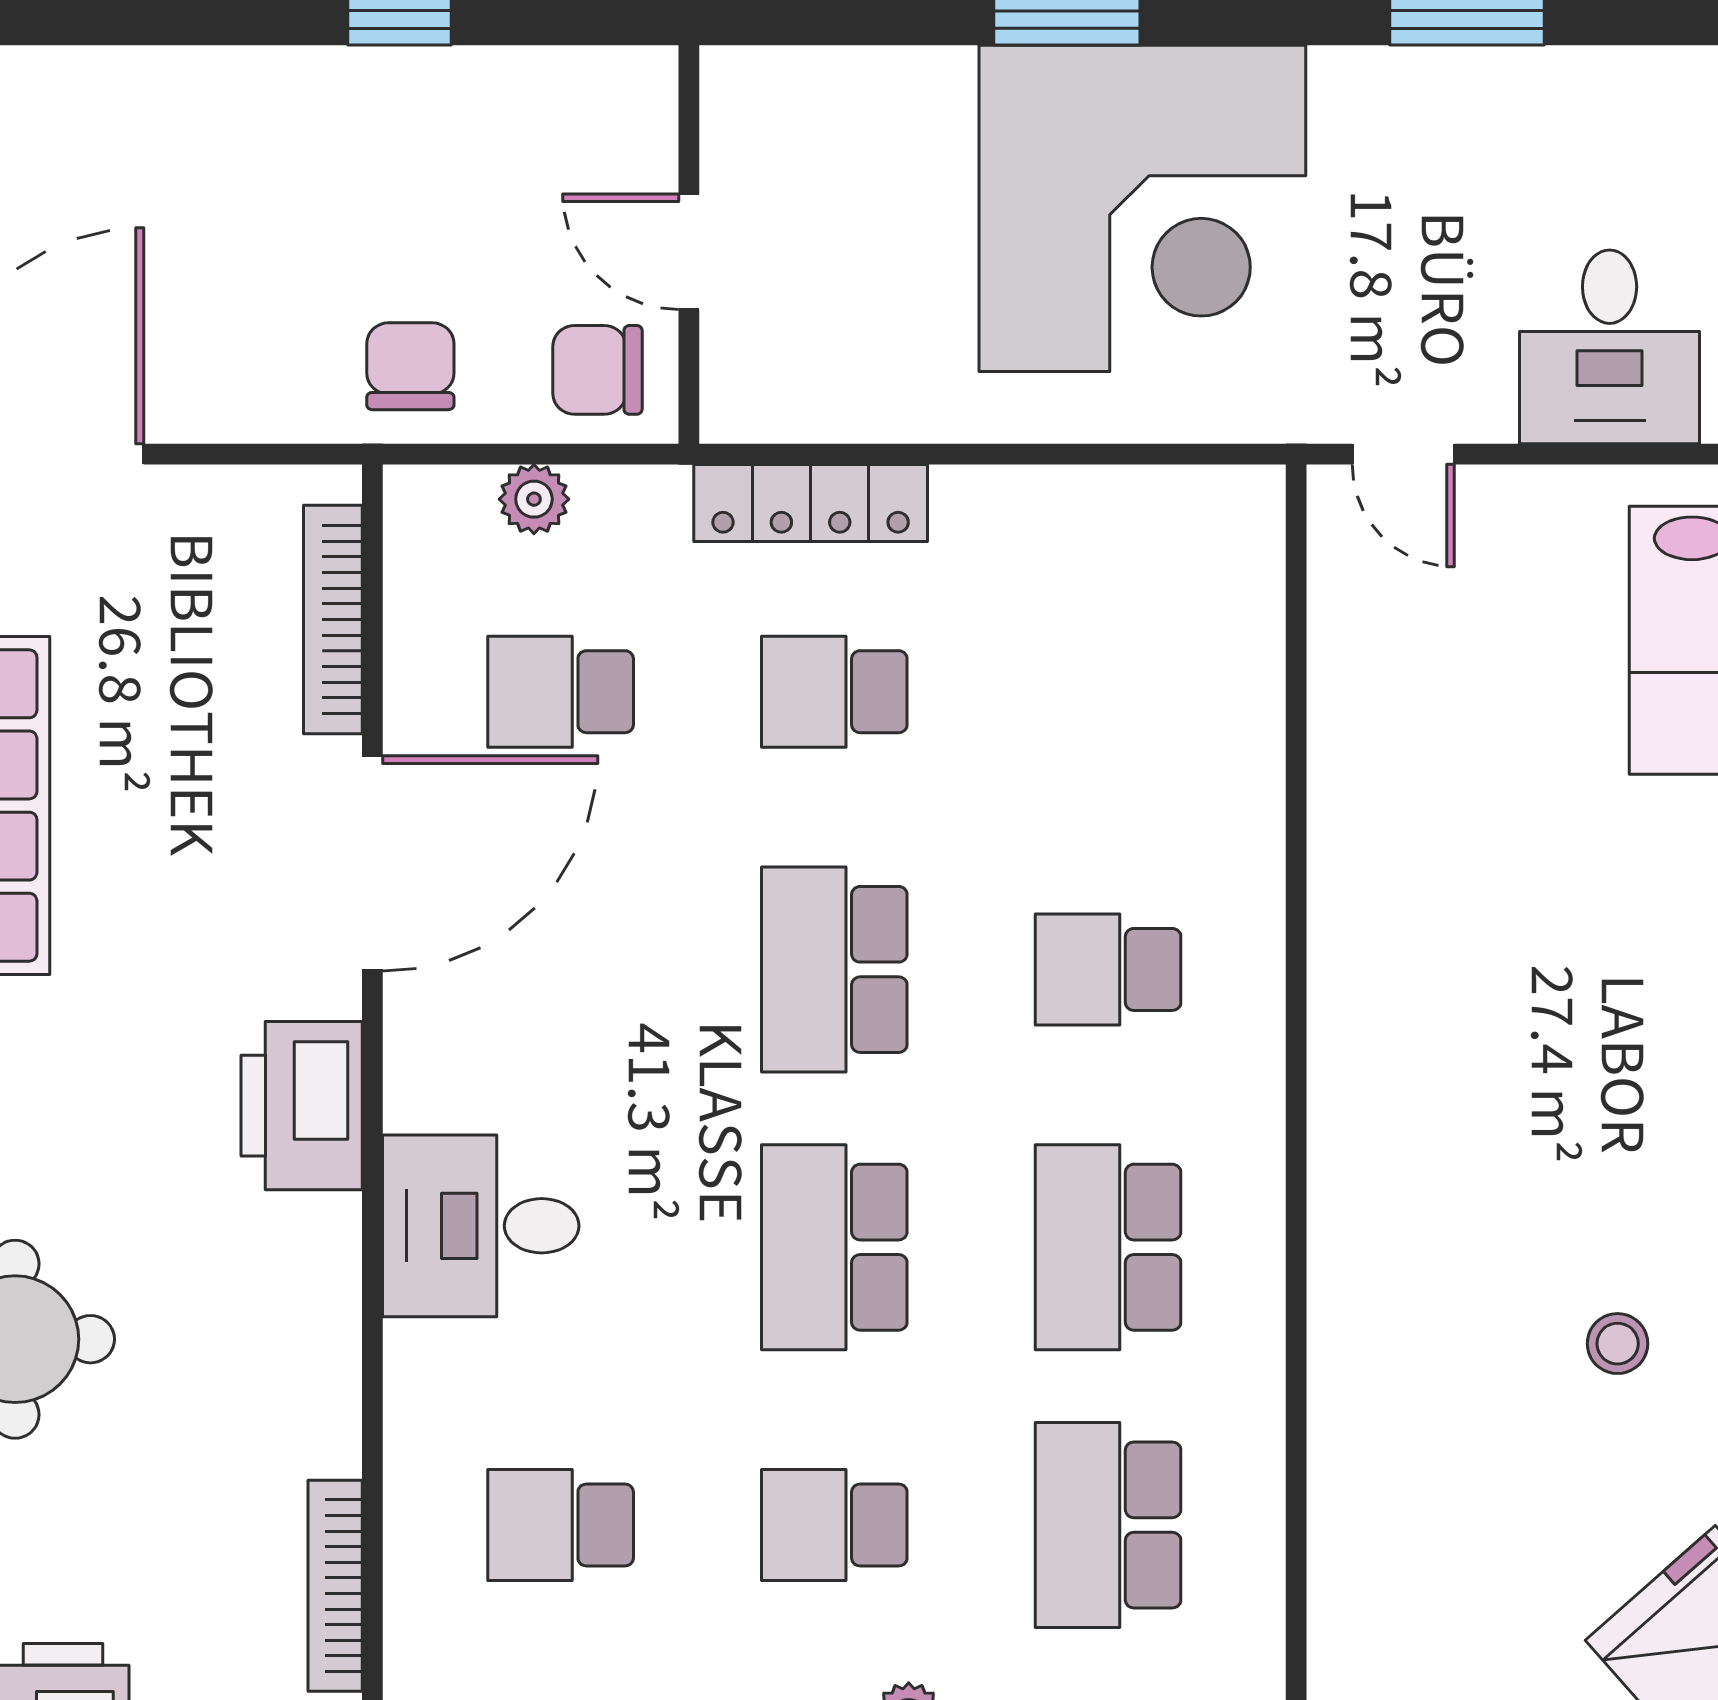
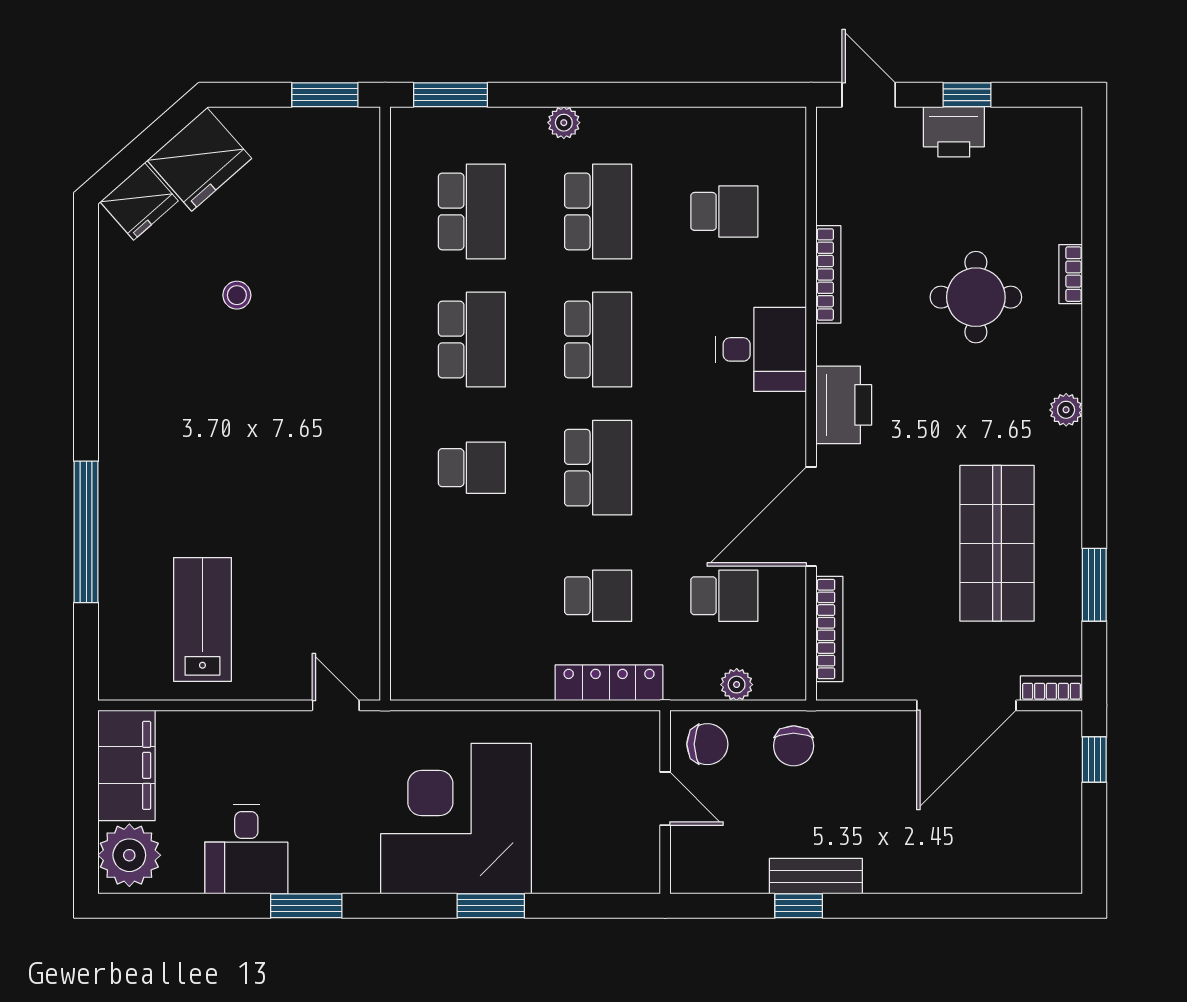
bench: (362, 84) -> (816, 876), added
desk: (1610, 347) -> (246, 849), moved, turned 180
school desk: (834, 1525) -> (598, 211), width x1.85
bookcase: (335, 1586) -> (828, 274), moved

